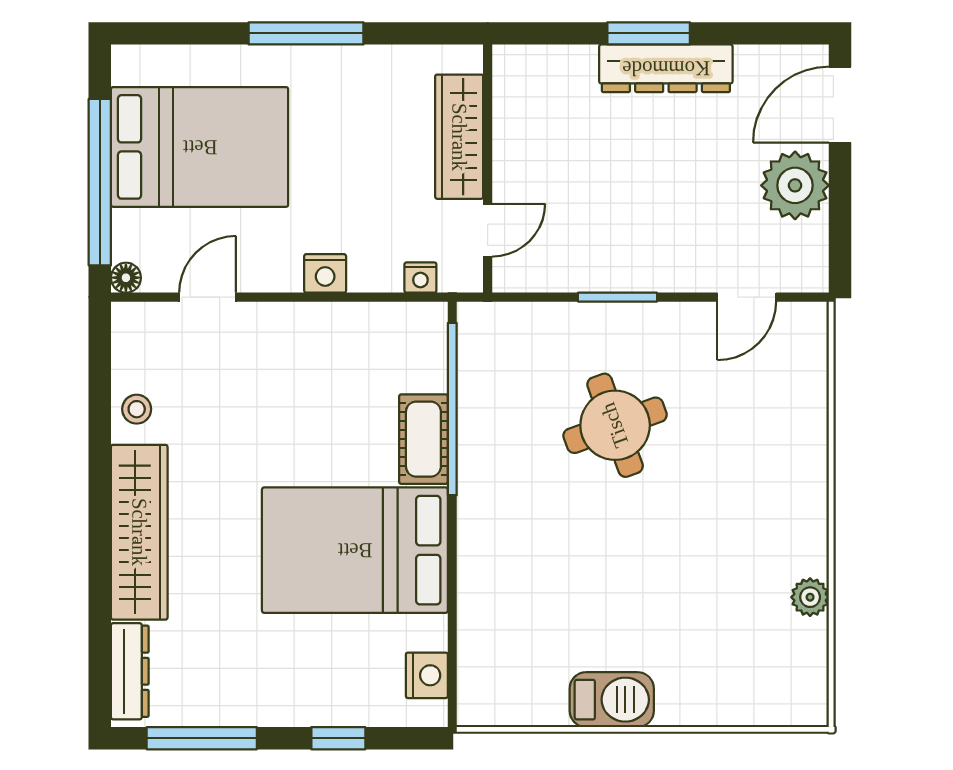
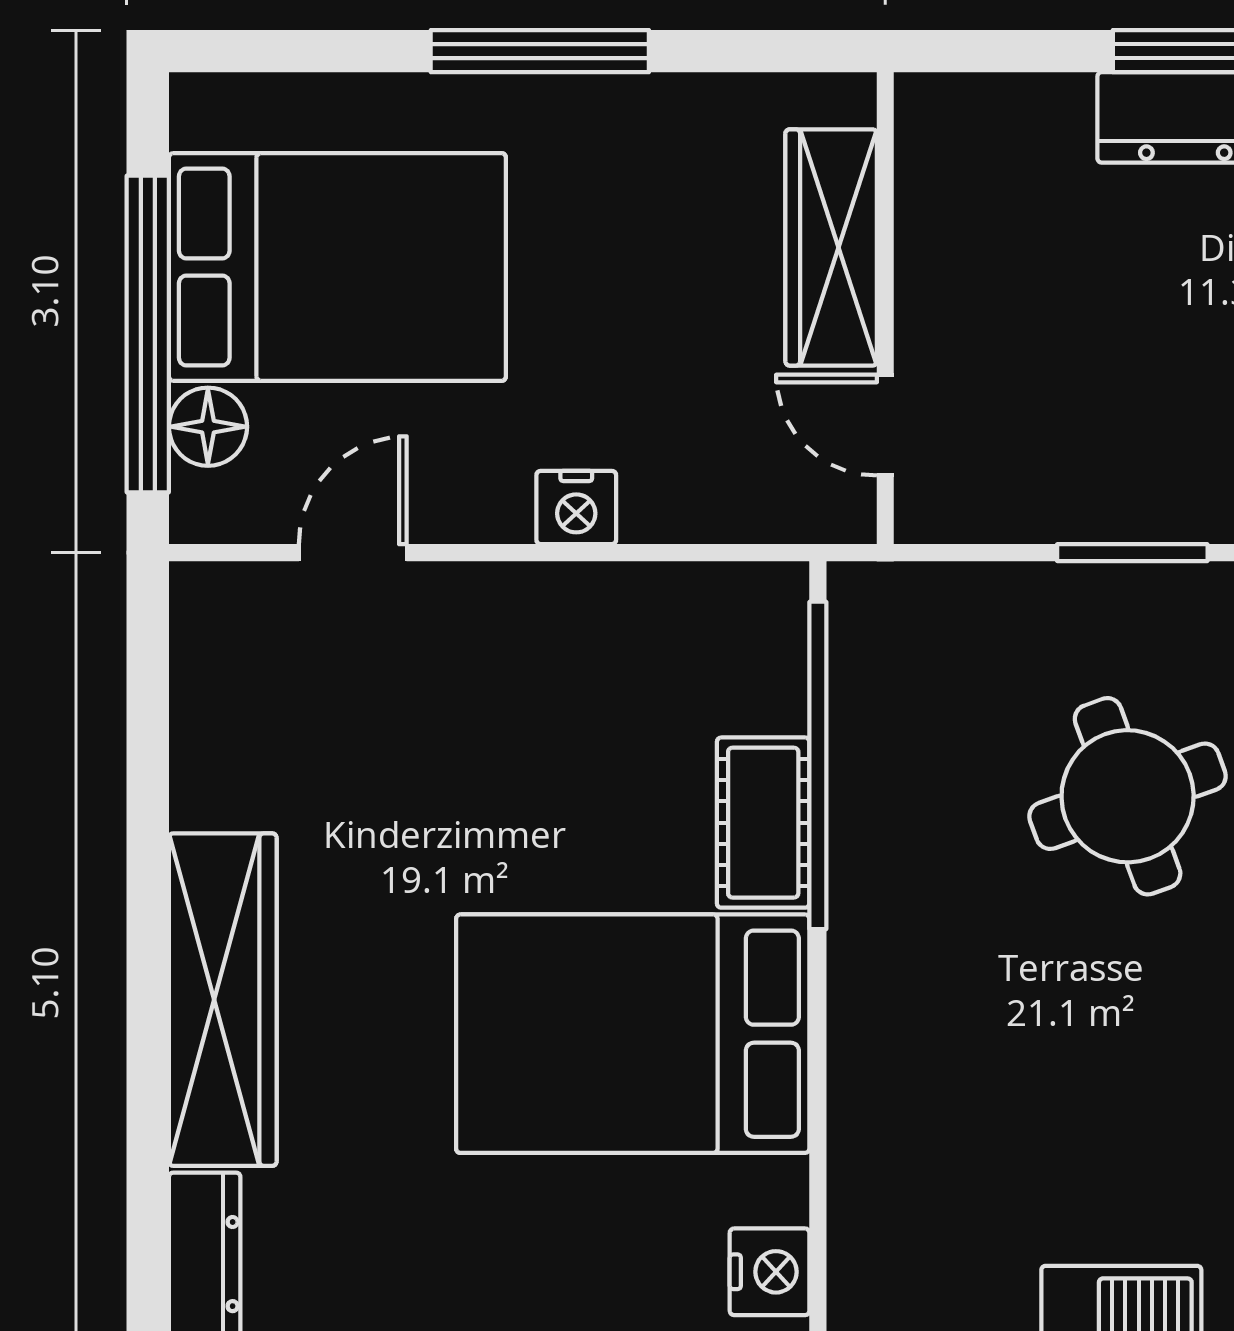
door: (488, 230) -> (885, 425), swing flipped
floor lamp: (126, 278) -> (208, 427), moved, width x1.37, depth x1.37
nightstand: (420, 278) -> (757, 515), removed
stool: (137, 409) -> (218, 766), removed

